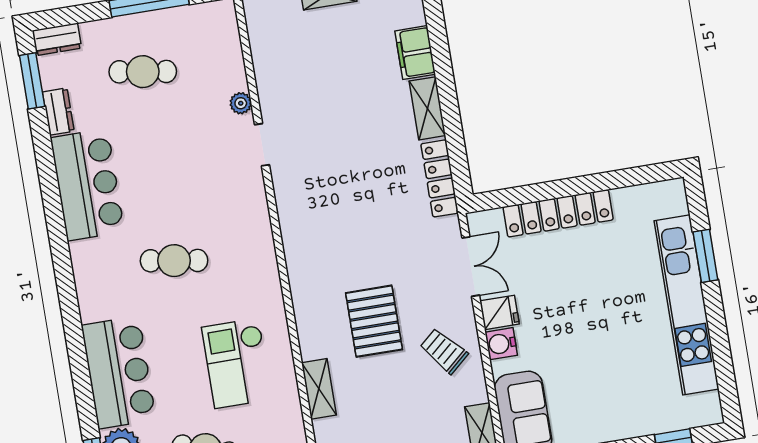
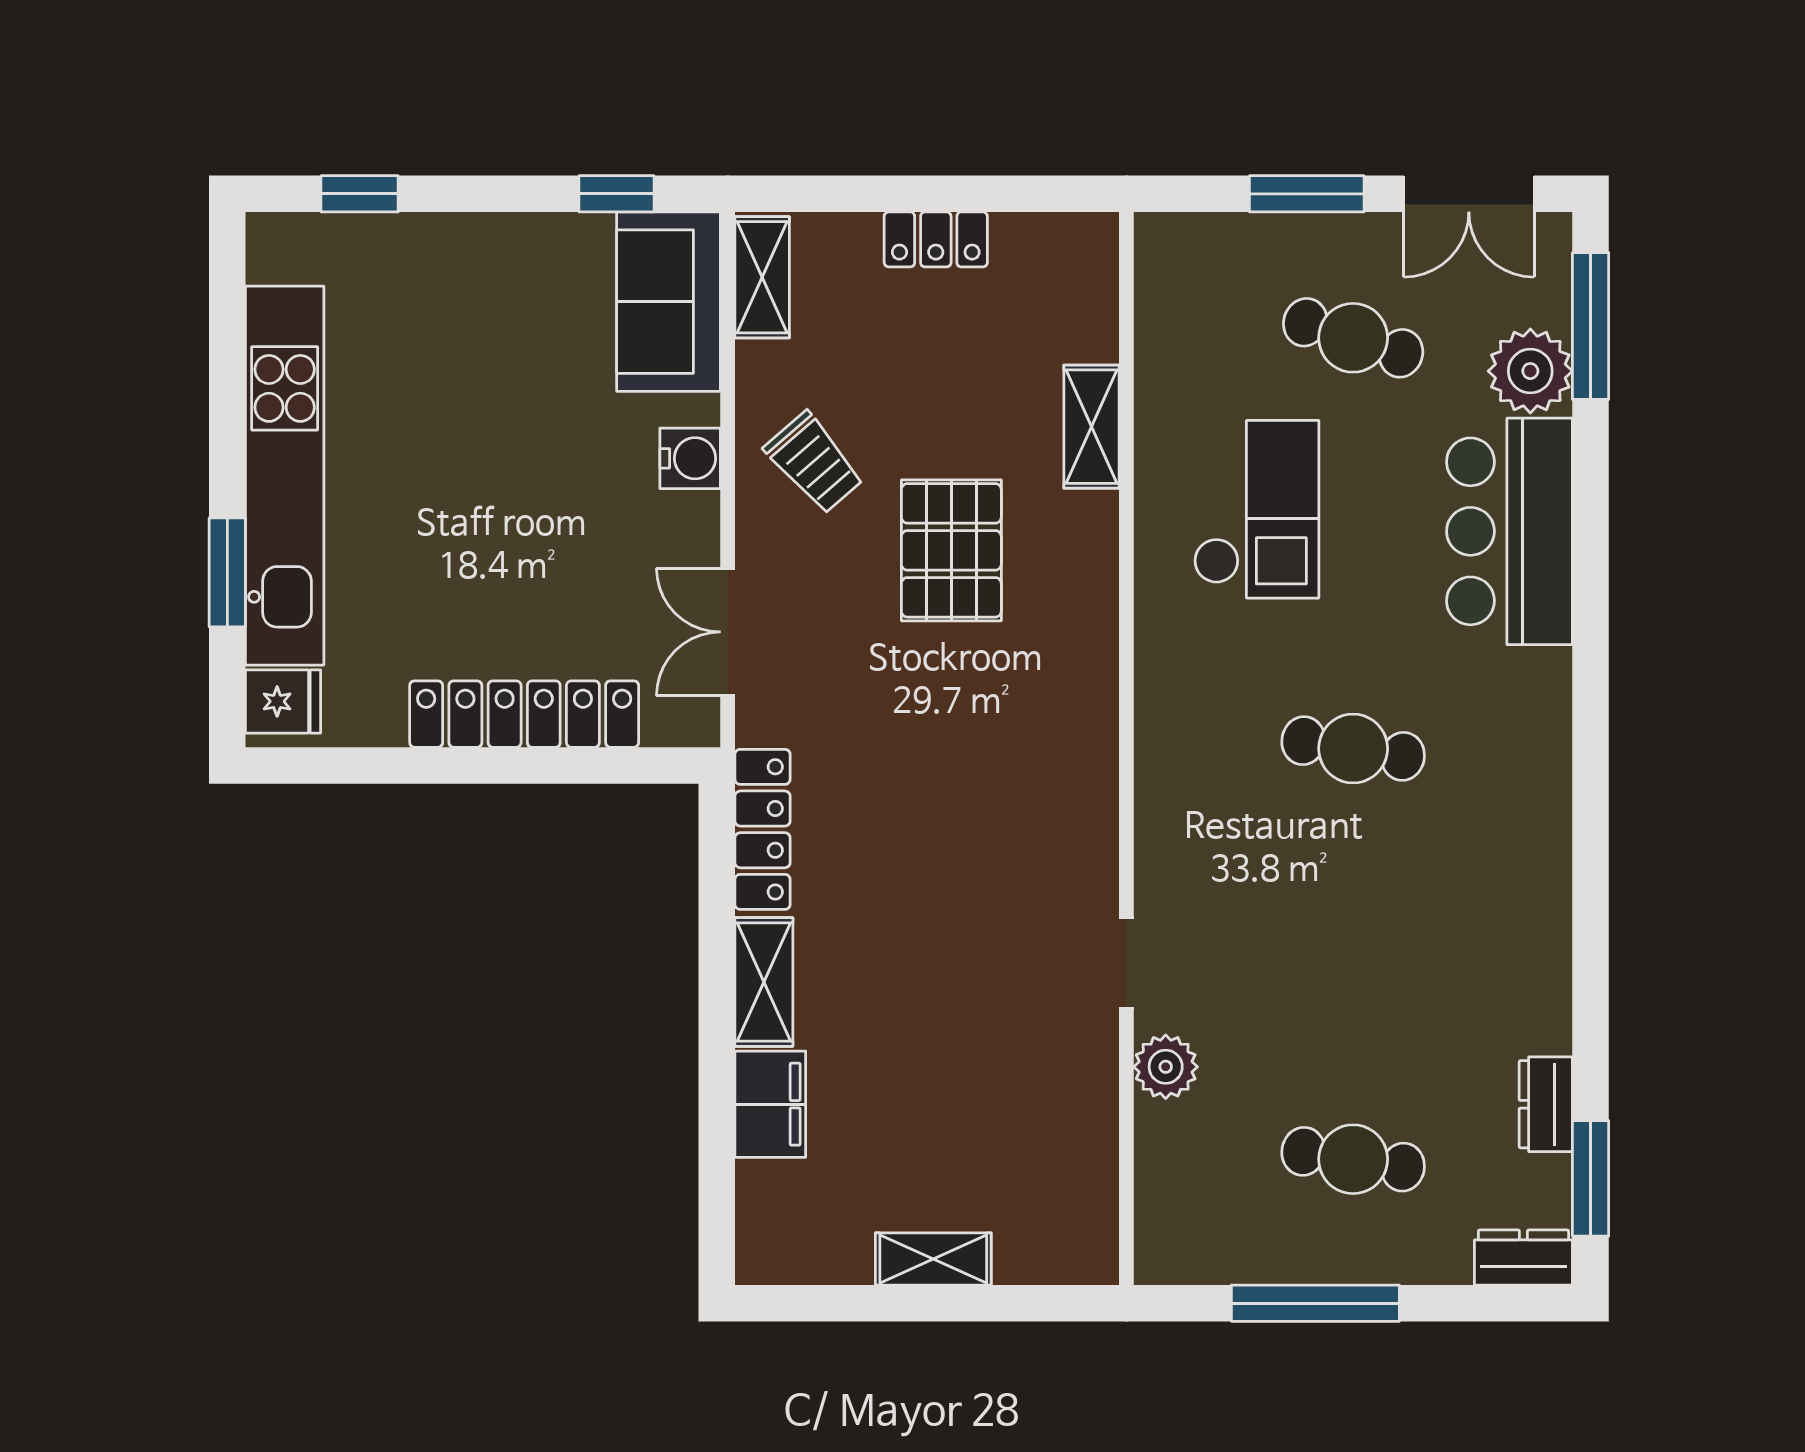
plant: (241, 103) -> (1166, 1067), width x1.38, depth x1.38
bar counter: (87, 185) -> (1510, 939), removed
fridge: (500, 312) -> (283, 701), moved, turned 180

